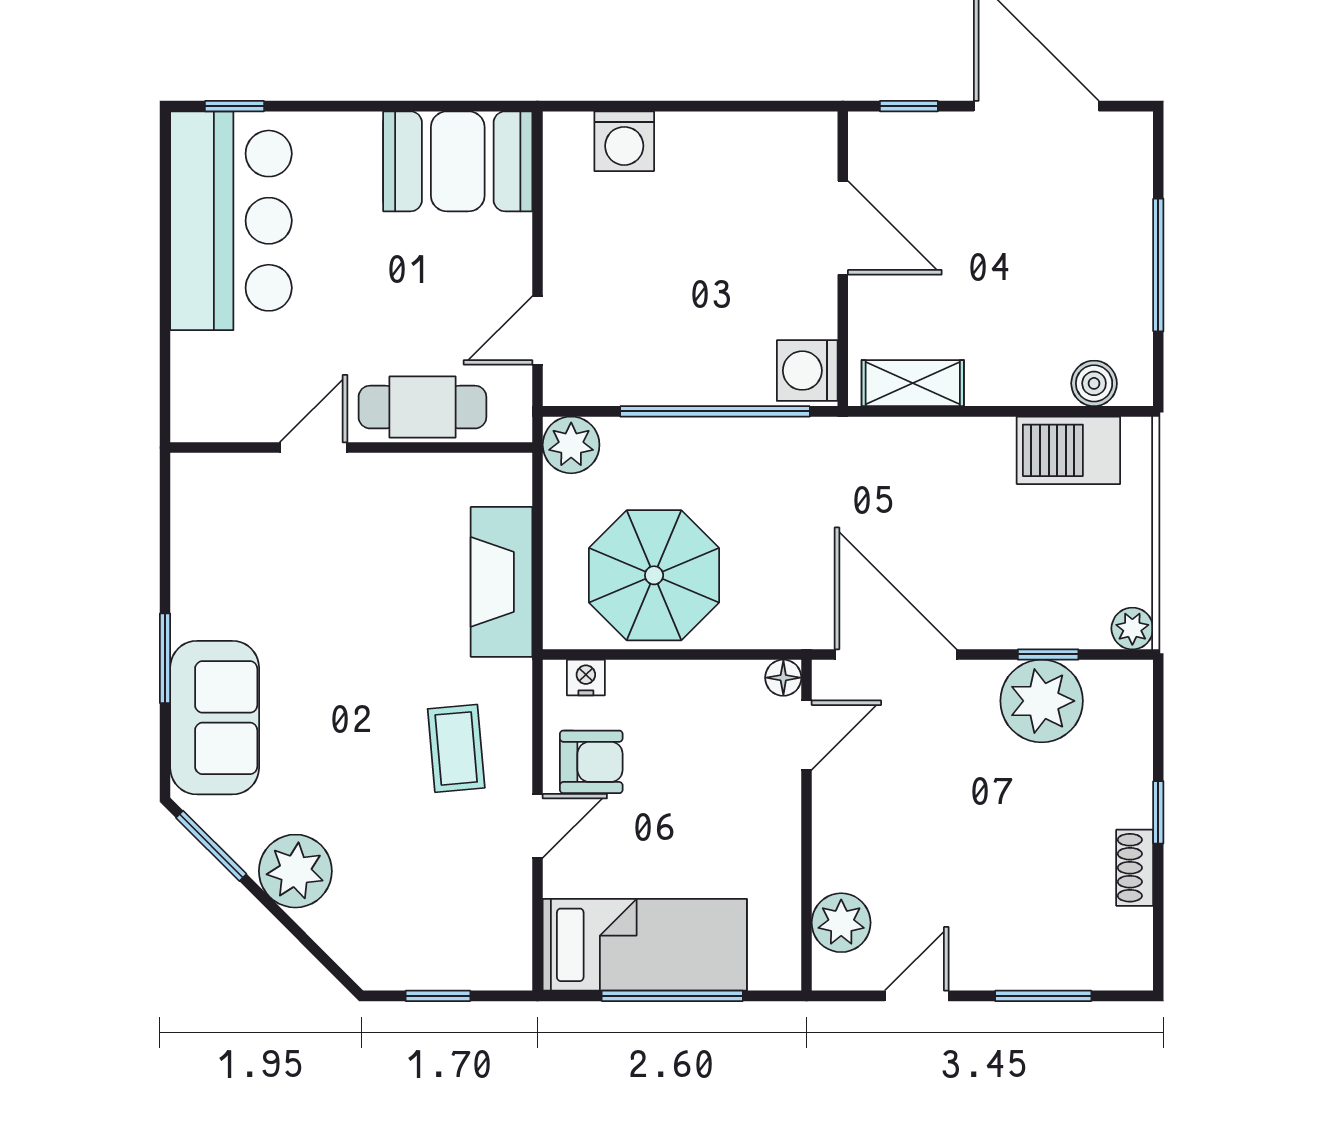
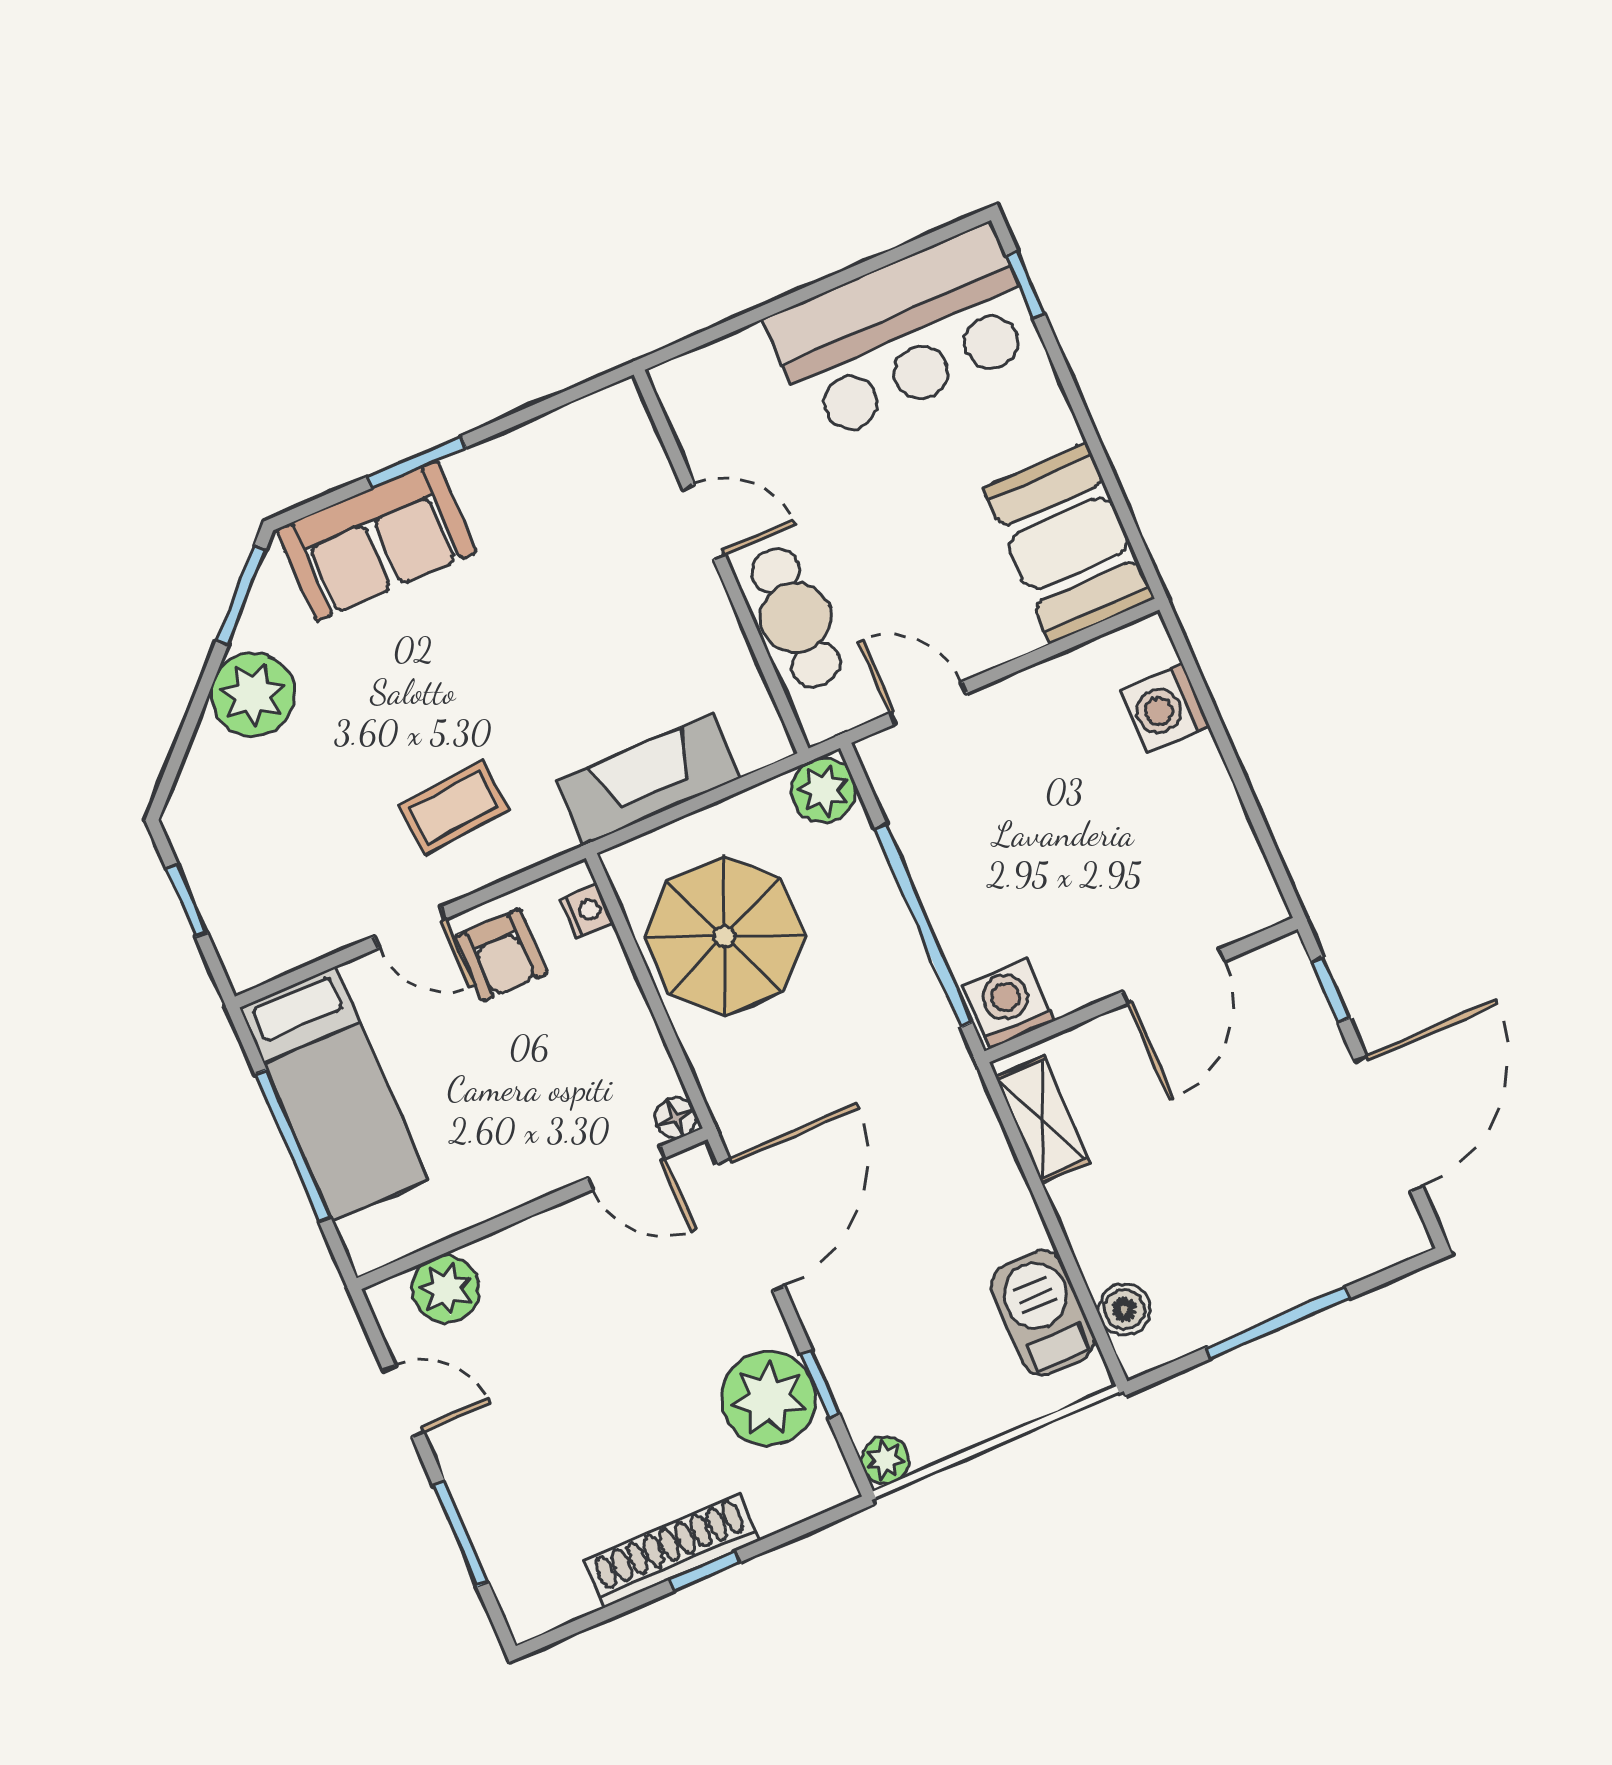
shoe rack: (1135, 868) -> (672, 1550), width x1.94, depth x1.24

